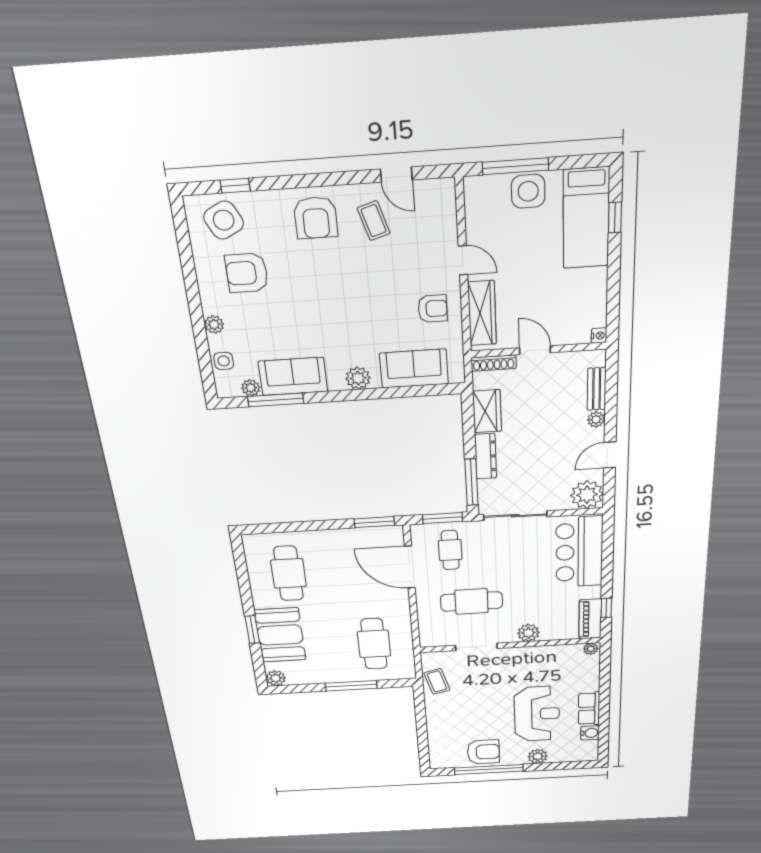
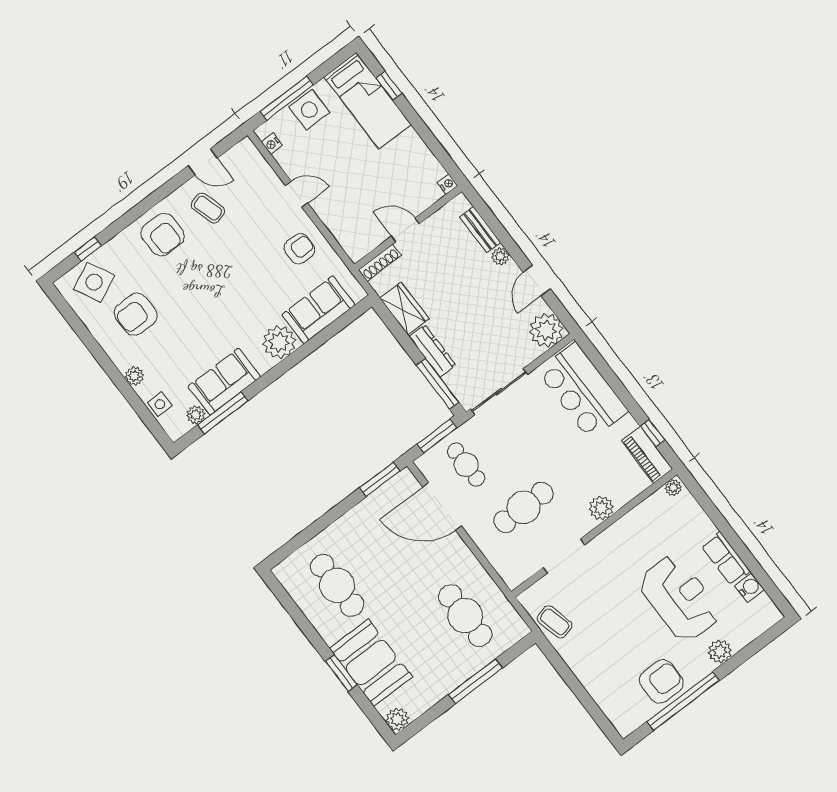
nightstand: (472, 200) -> (272, 144), added
wardrobe: (482, 313) -> (341, 227), removed
plant: (358, 378) -> (279, 342), width x1.36, depth x1.36

